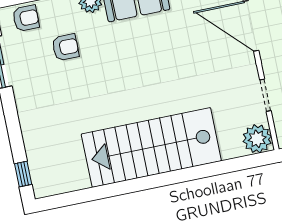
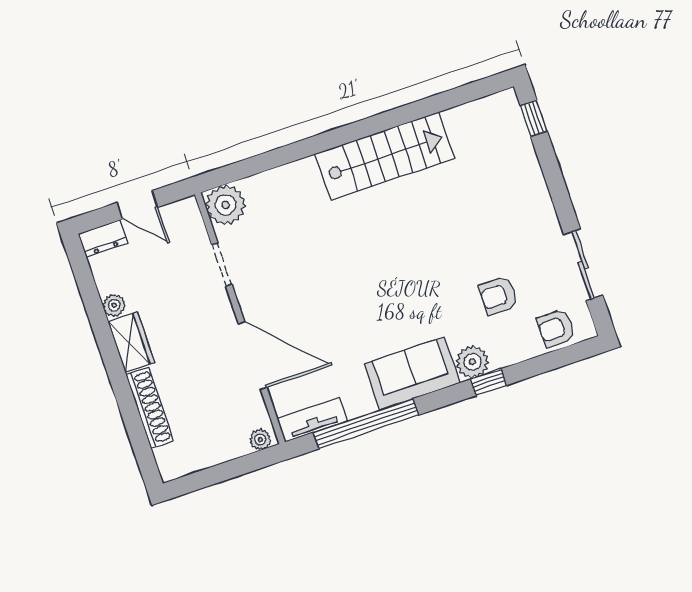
stairs: (151, 147) -> (385, 156), width x0.73, depth x0.66

